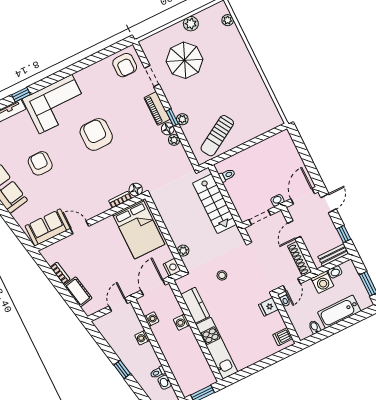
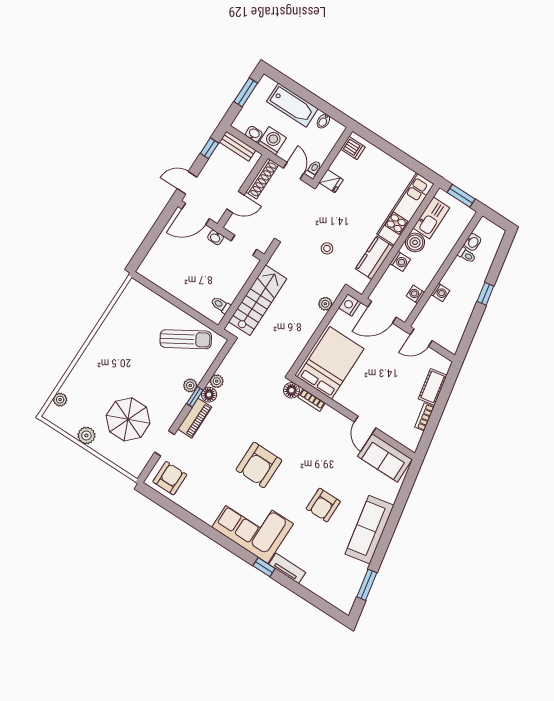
door: (292, 285) -> (294, 171), hinge flipped
boiler: (189, 341) -> (415, 242), added
kitchen sink: (199, 363) -> (431, 218), added

